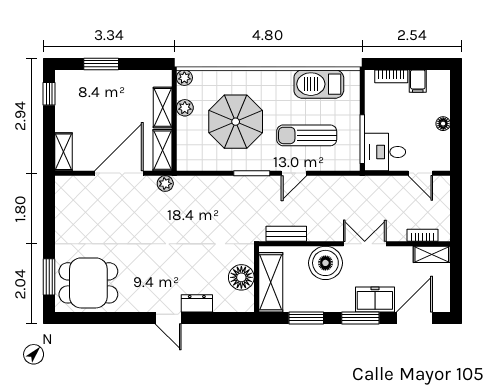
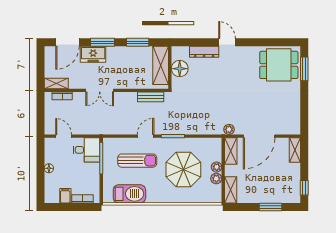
plant: (184, 78) -> (217, 167), moved
shelving: (163, 107) -> (231, 190), moved
boiler: (325, 263) -> (125, 78), removed
dresser: (197, 303) -> (204, 52), width x1.44

